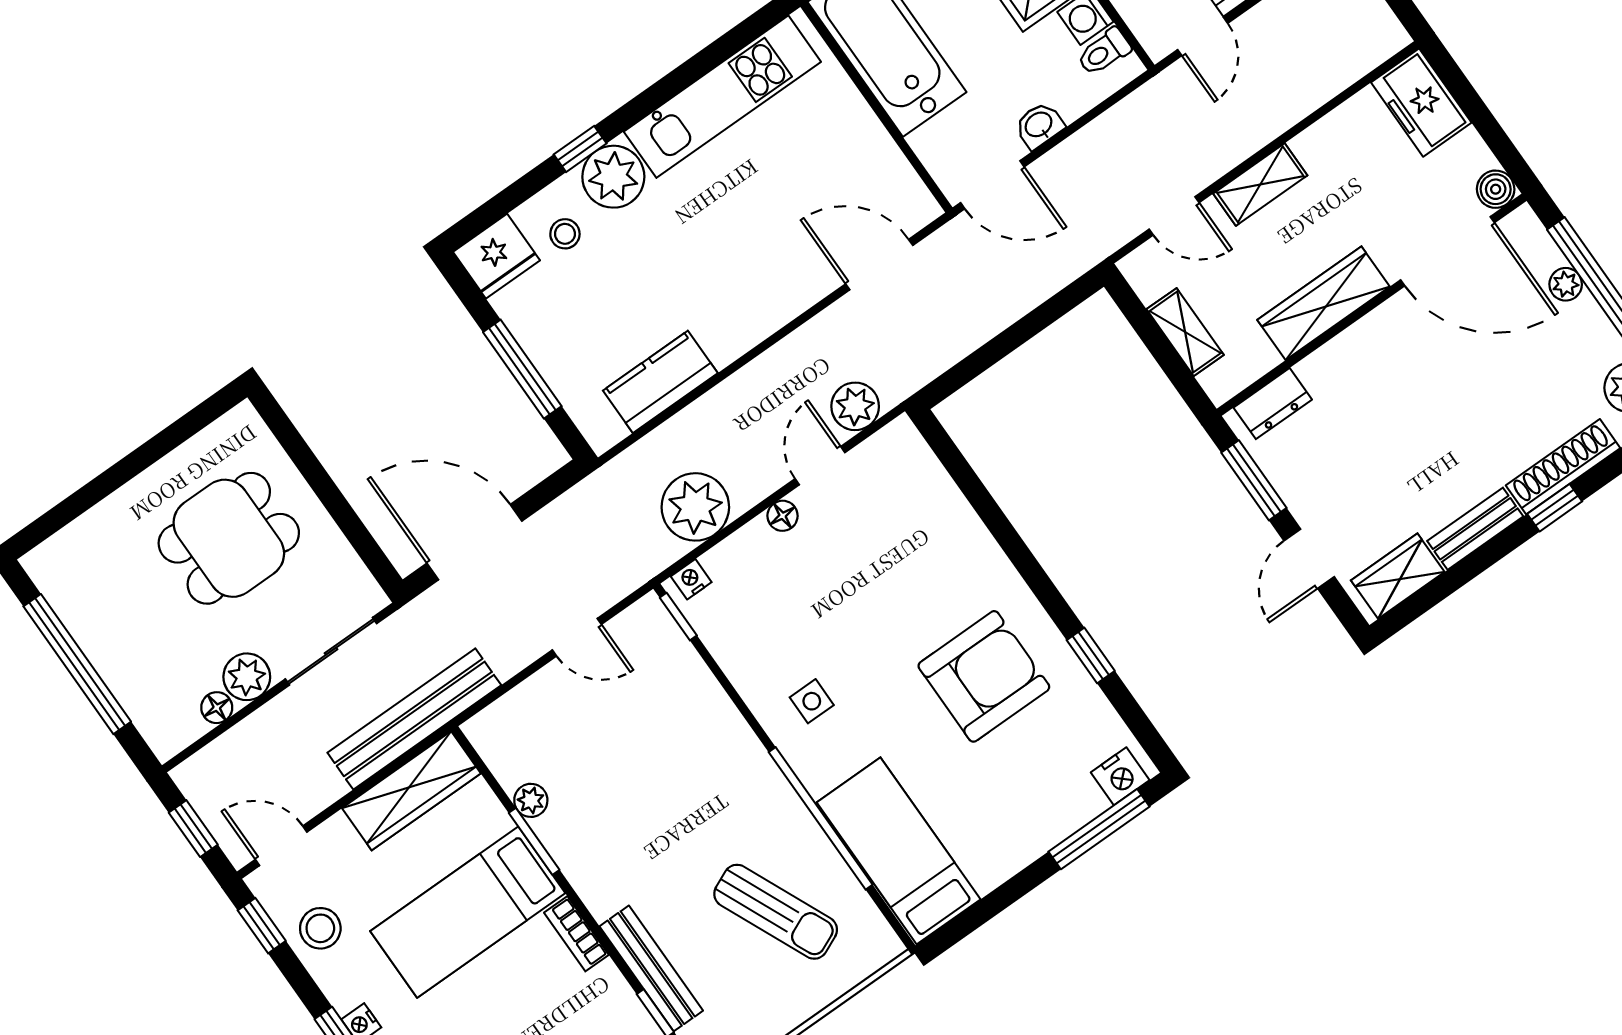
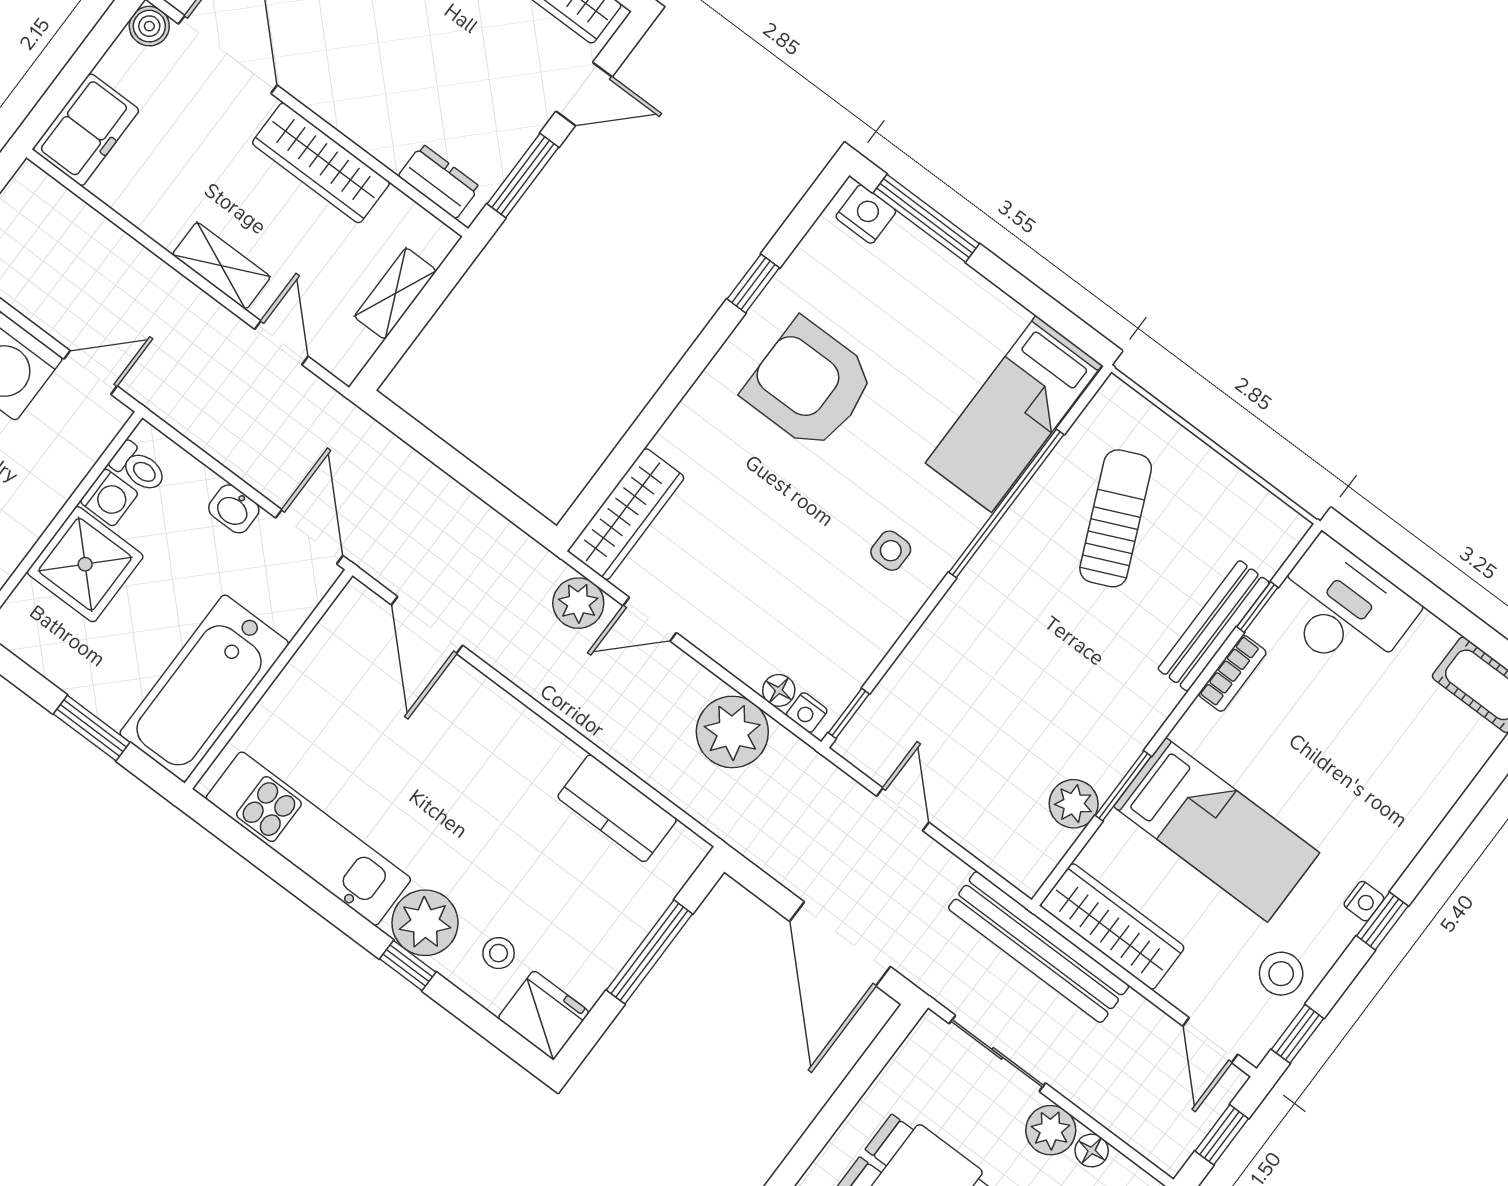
wardrobe: (921, 475) -> (626, 514), added
floor lamp: (783, 516) -> (779, 690), moved
plant: (531, 800) -> (1074, 804), width x1.38, depth x1.38
bookcase: (576, 934) -> (1233, 673), moved

